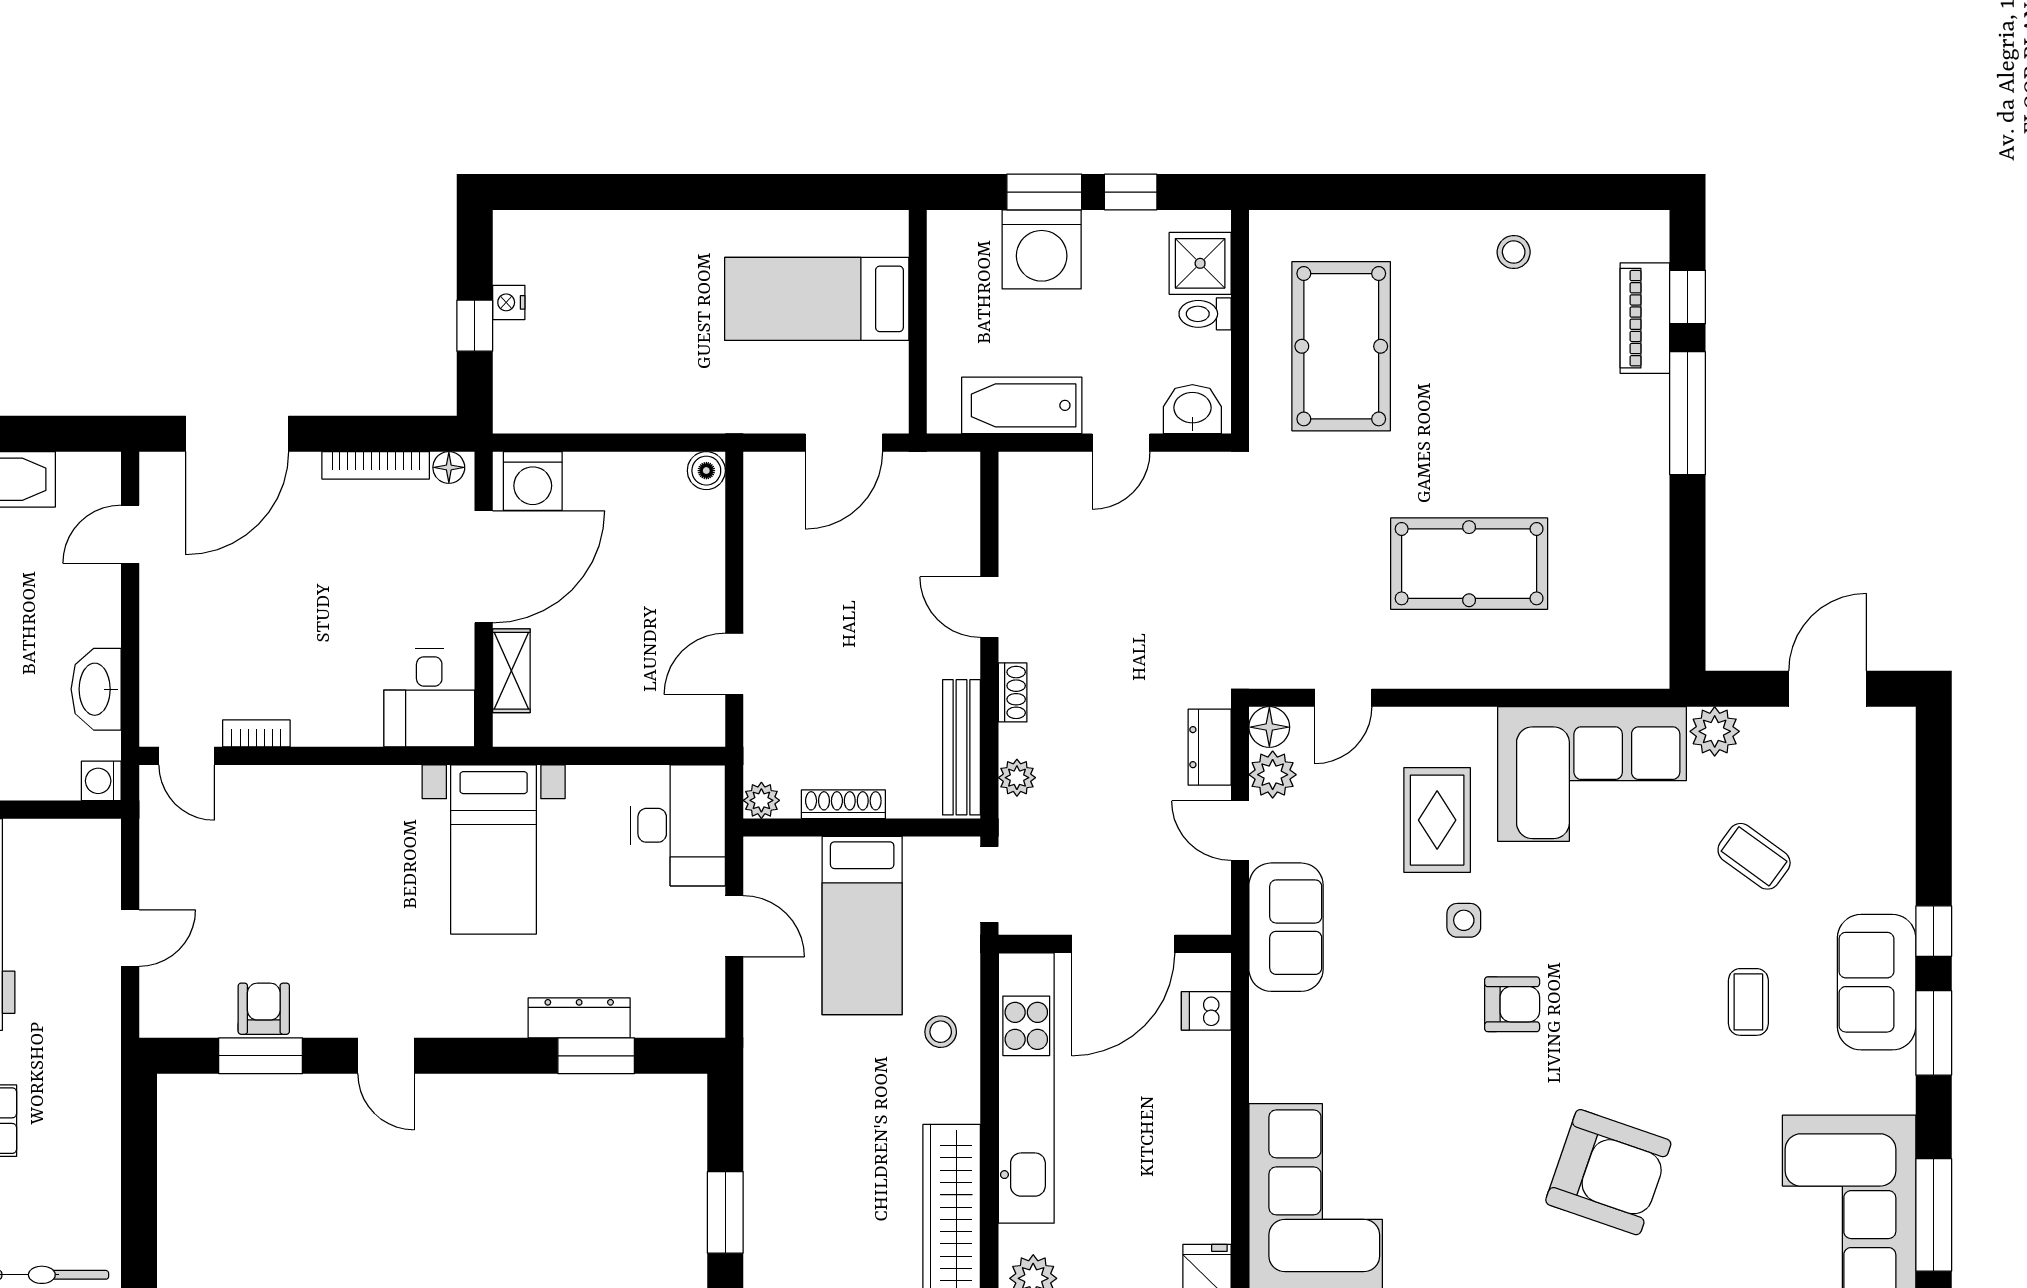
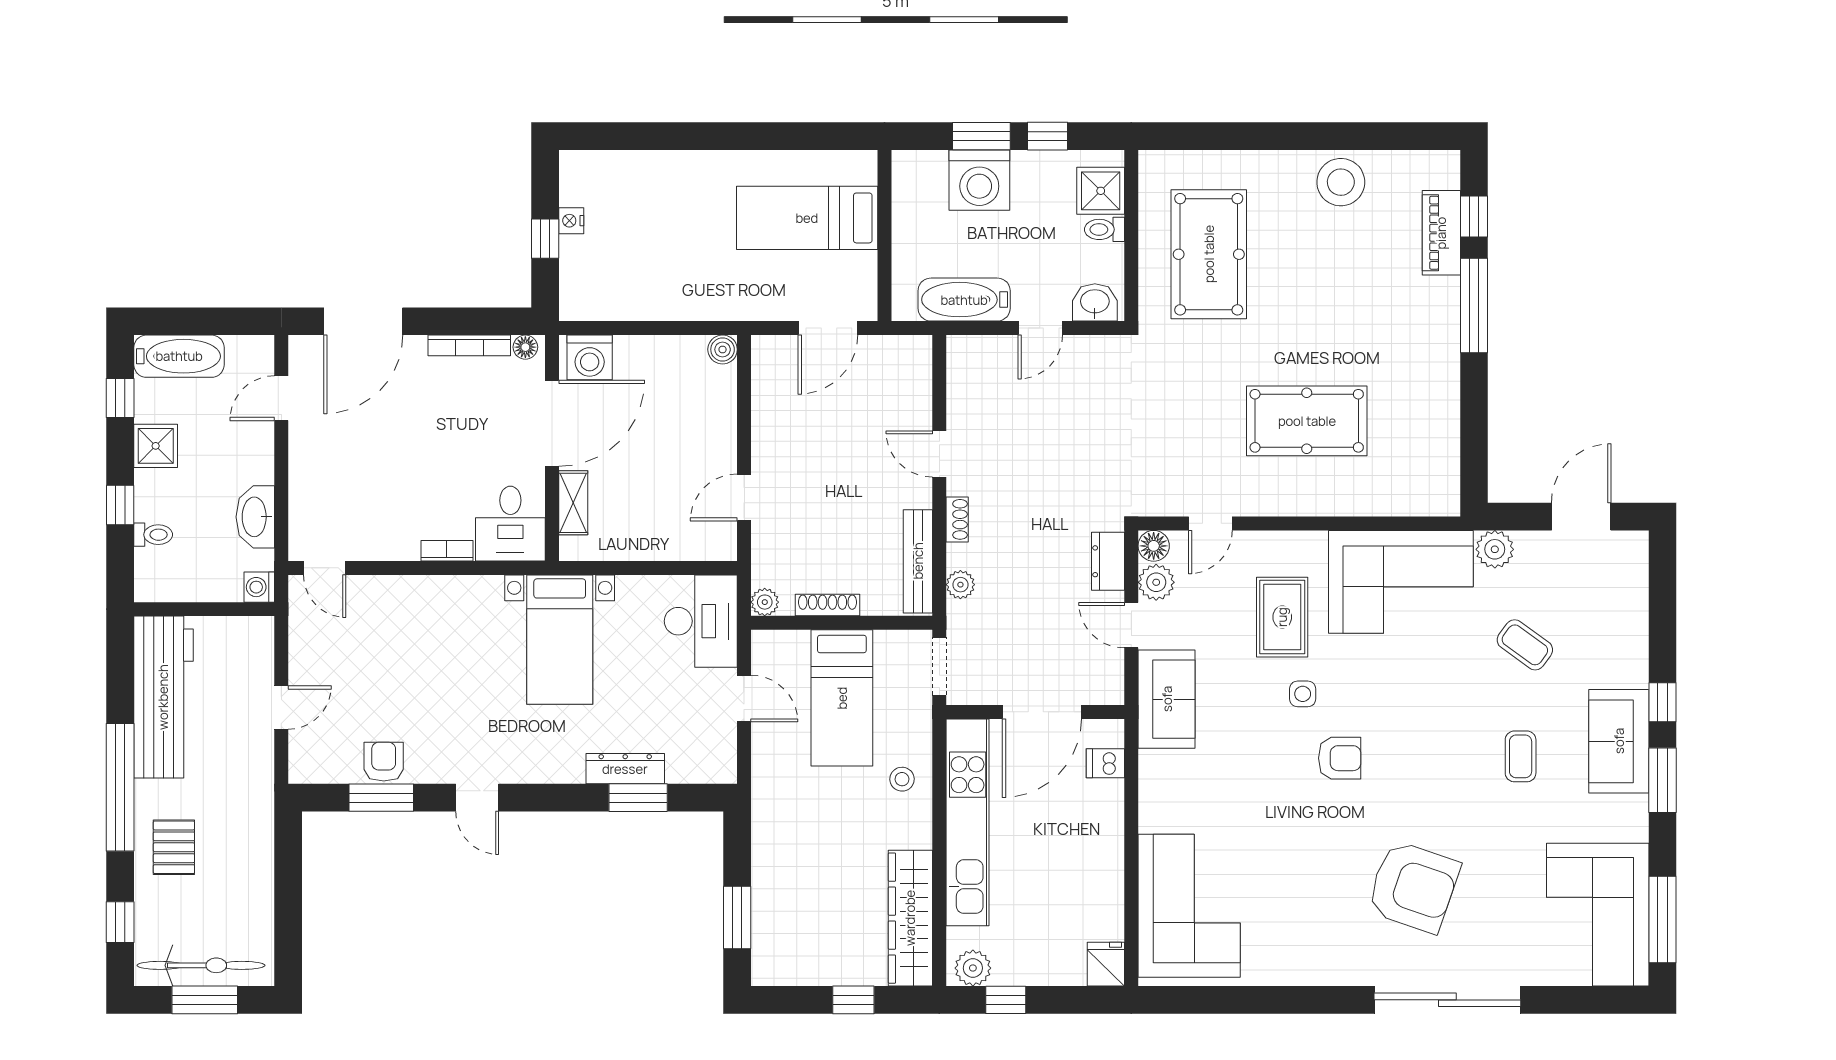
stool: (1514, 252) -> (1341, 182), width x1.89, depth x1.89
bookcase: (256, 733) -> (447, 551), moved

